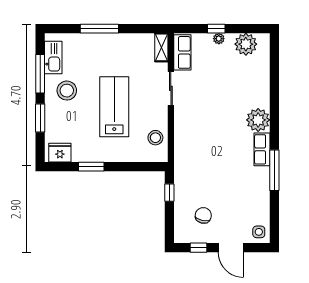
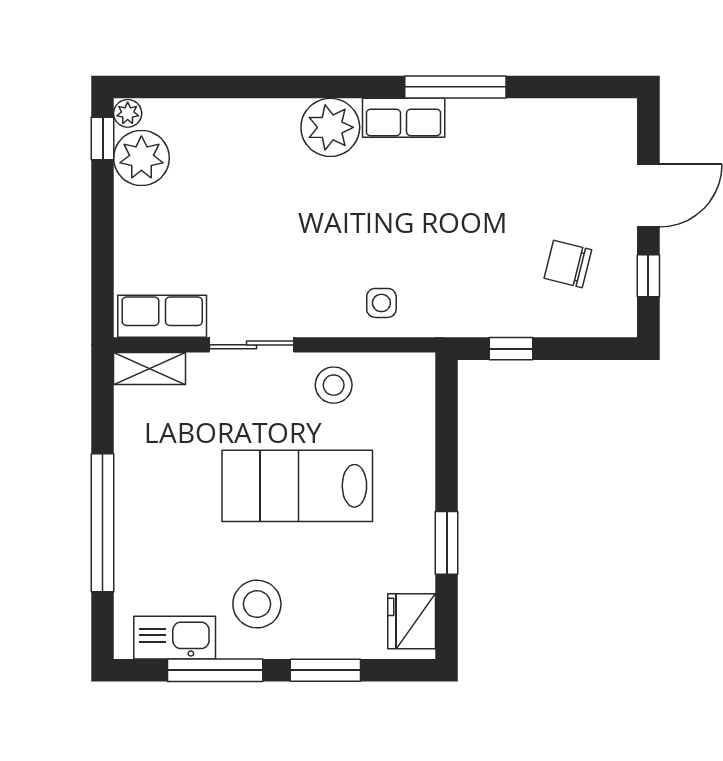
window: (99, 29) -> (103, 523), width x1.46
window: (216, 29) -> (103, 138), moved
plant: (219, 39) -> (128, 113), moved
stool: (155, 138) -> (334, 385), moved
side table: (259, 232) -> (381, 303), moved

